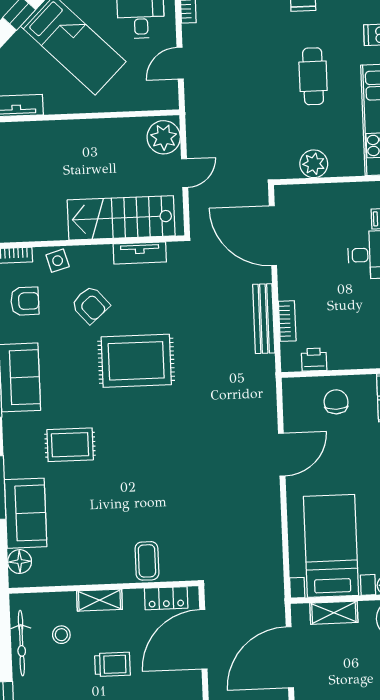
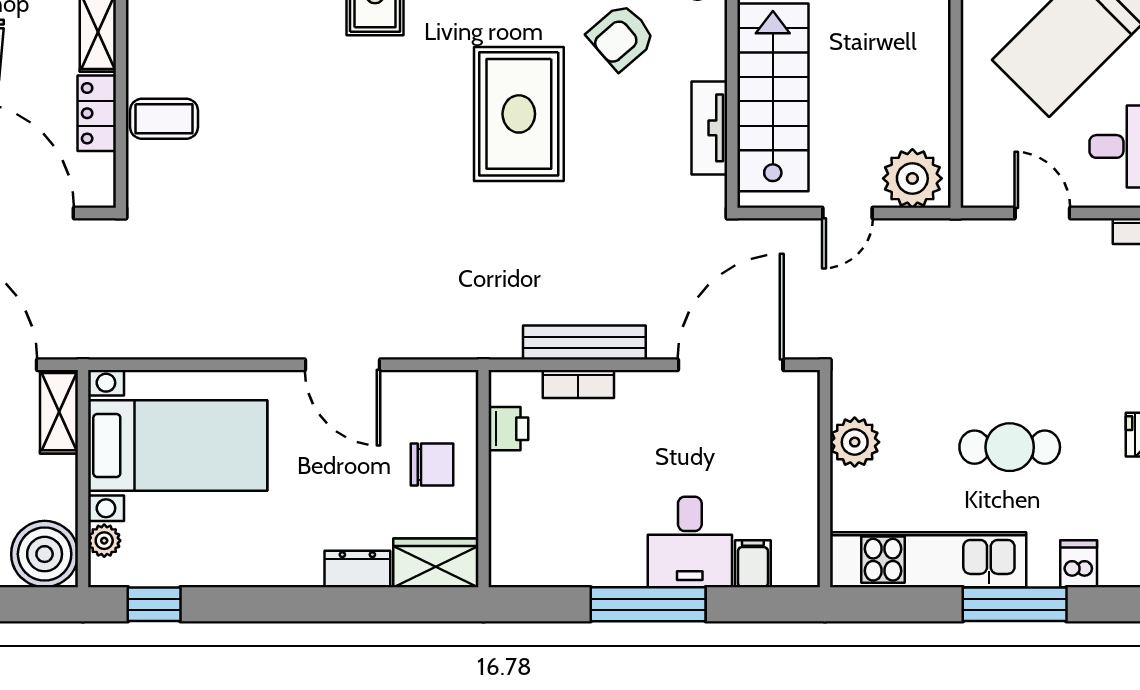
door: (185, 173) -> (847, 213), hinge flipped
locker: (166, 598) -> (97, 113), moved
shelving: (334, 613) -> (59, 412), moved

